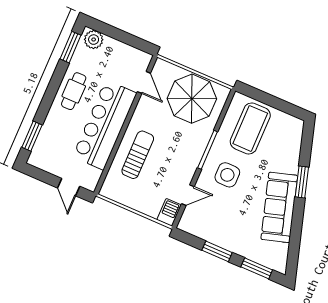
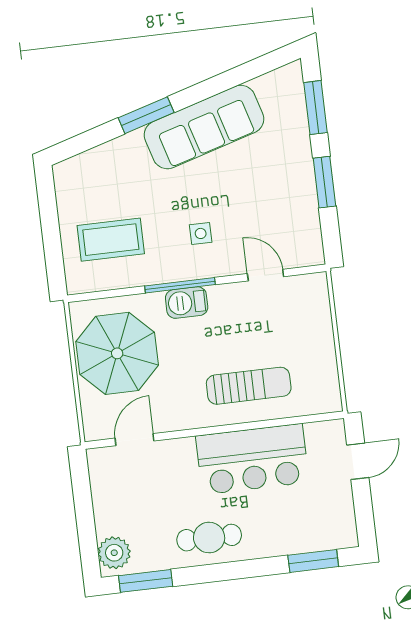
bar counter: (105, 125) -> (252, 459), width x0.73
coffee table: (250, 128) -> (111, 240), width x0.73, depth x0.76
sun lounger: (138, 155) -> (249, 386), turned 180
side table: (227, 175) -> (201, 233), width x0.54, depth x0.54
barbecue: (169, 212) -> (187, 303), moved

